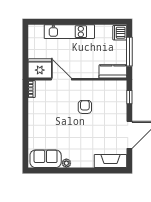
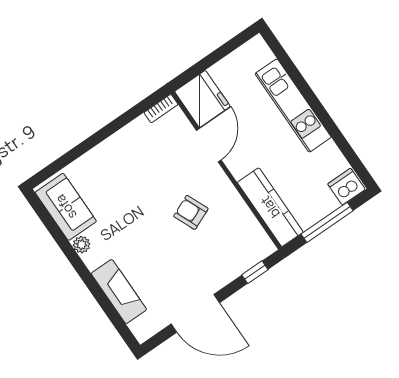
kitchen counter: (113, 71) -> (270, 207), width x1.50
armchair: (85, 107) -> (191, 212), turned -113
fireplace: (110, 161) -> (119, 292), moved

